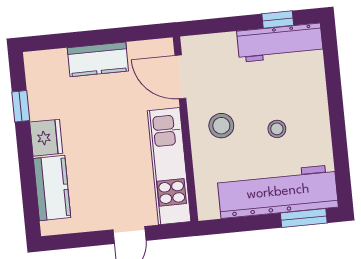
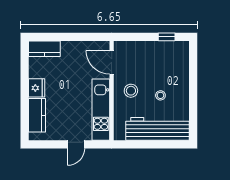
workbench: (280, 43) -> (167, 49), removed
kitchen counter: (98, 59) -> (44, 49), moved
window: (21, 106) -> (25, 70), removed
window: (304, 218) -> (170, 144), removed

